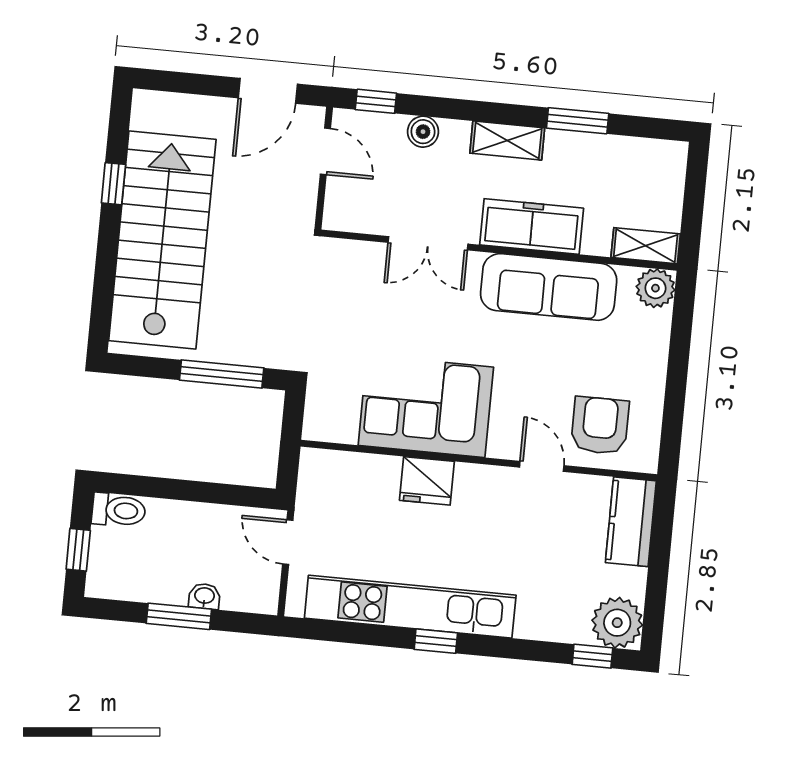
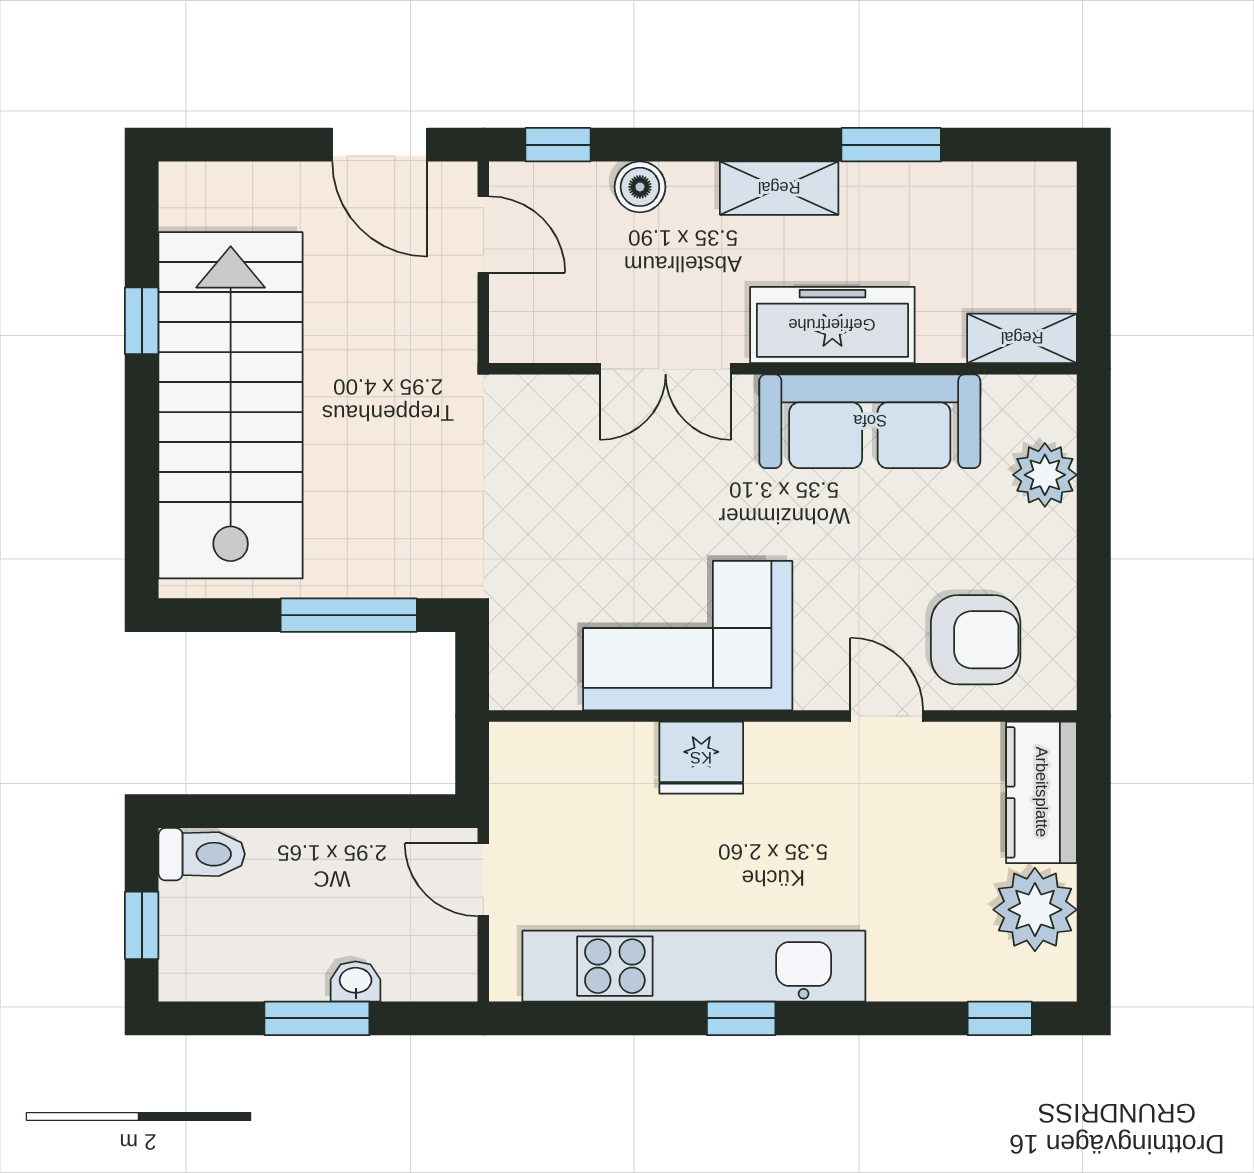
door: (268, 91) -> (380, 145), hinge flipped
plant: (655, 288) -> (1045, 475), moved
armchair: (600, 425) -> (976, 640), turned 90
plant: (617, 623) -> (1035, 910), moved

